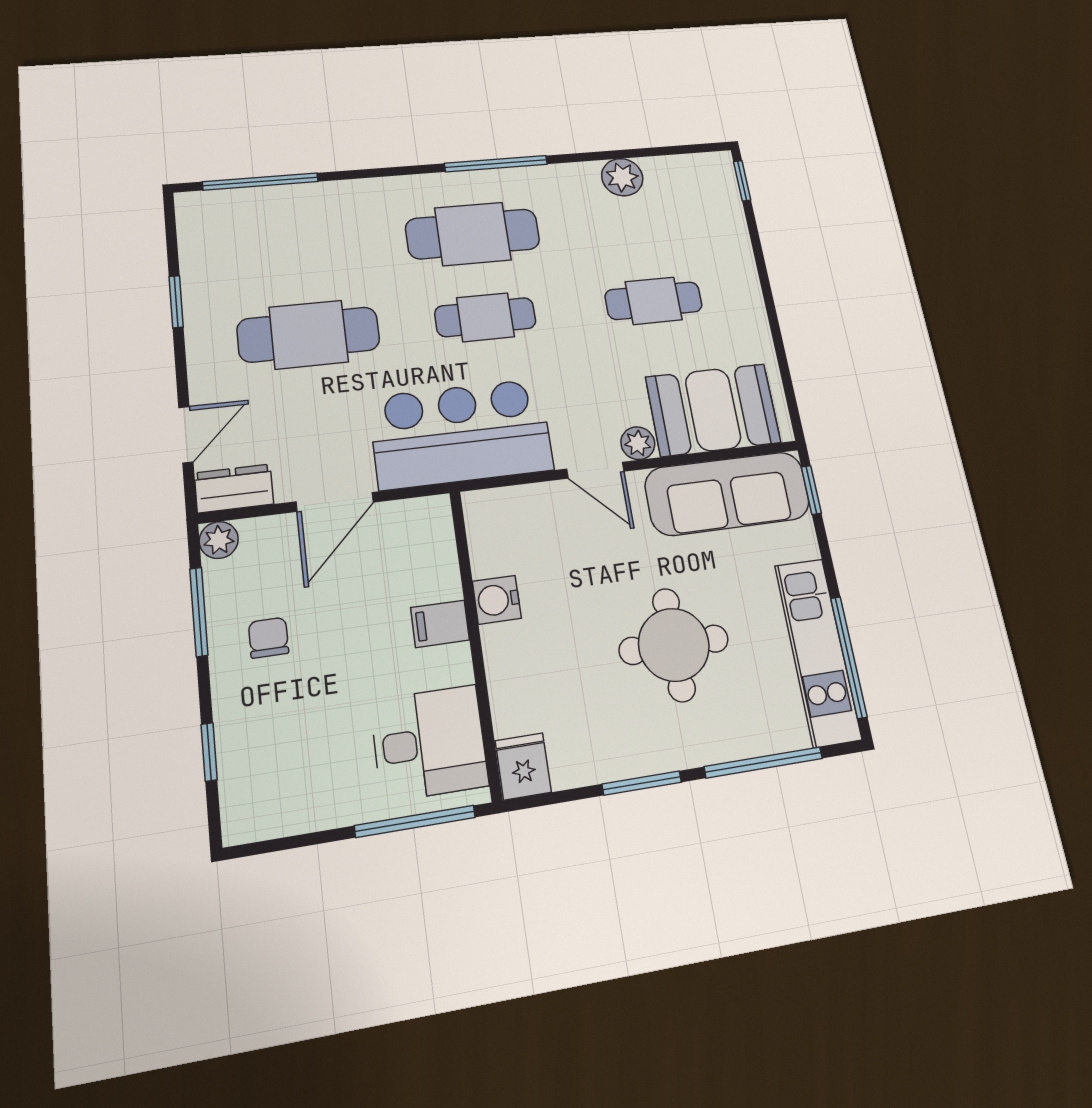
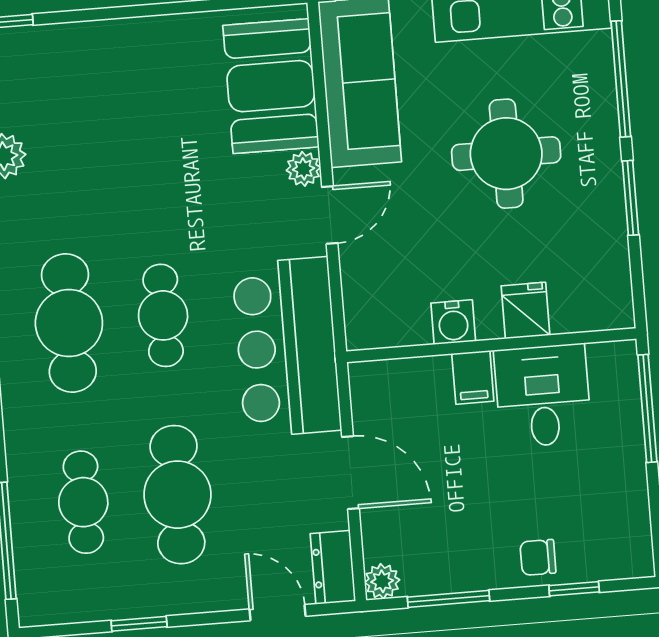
cafe table: (654, 301) -> (83, 502), moved
chair: (268, 638) -> (538, 557), moved
desk: (429, 743) -> (543, 396), moved
fridge: (523, 766) -> (525, 311), moved, turned 90

